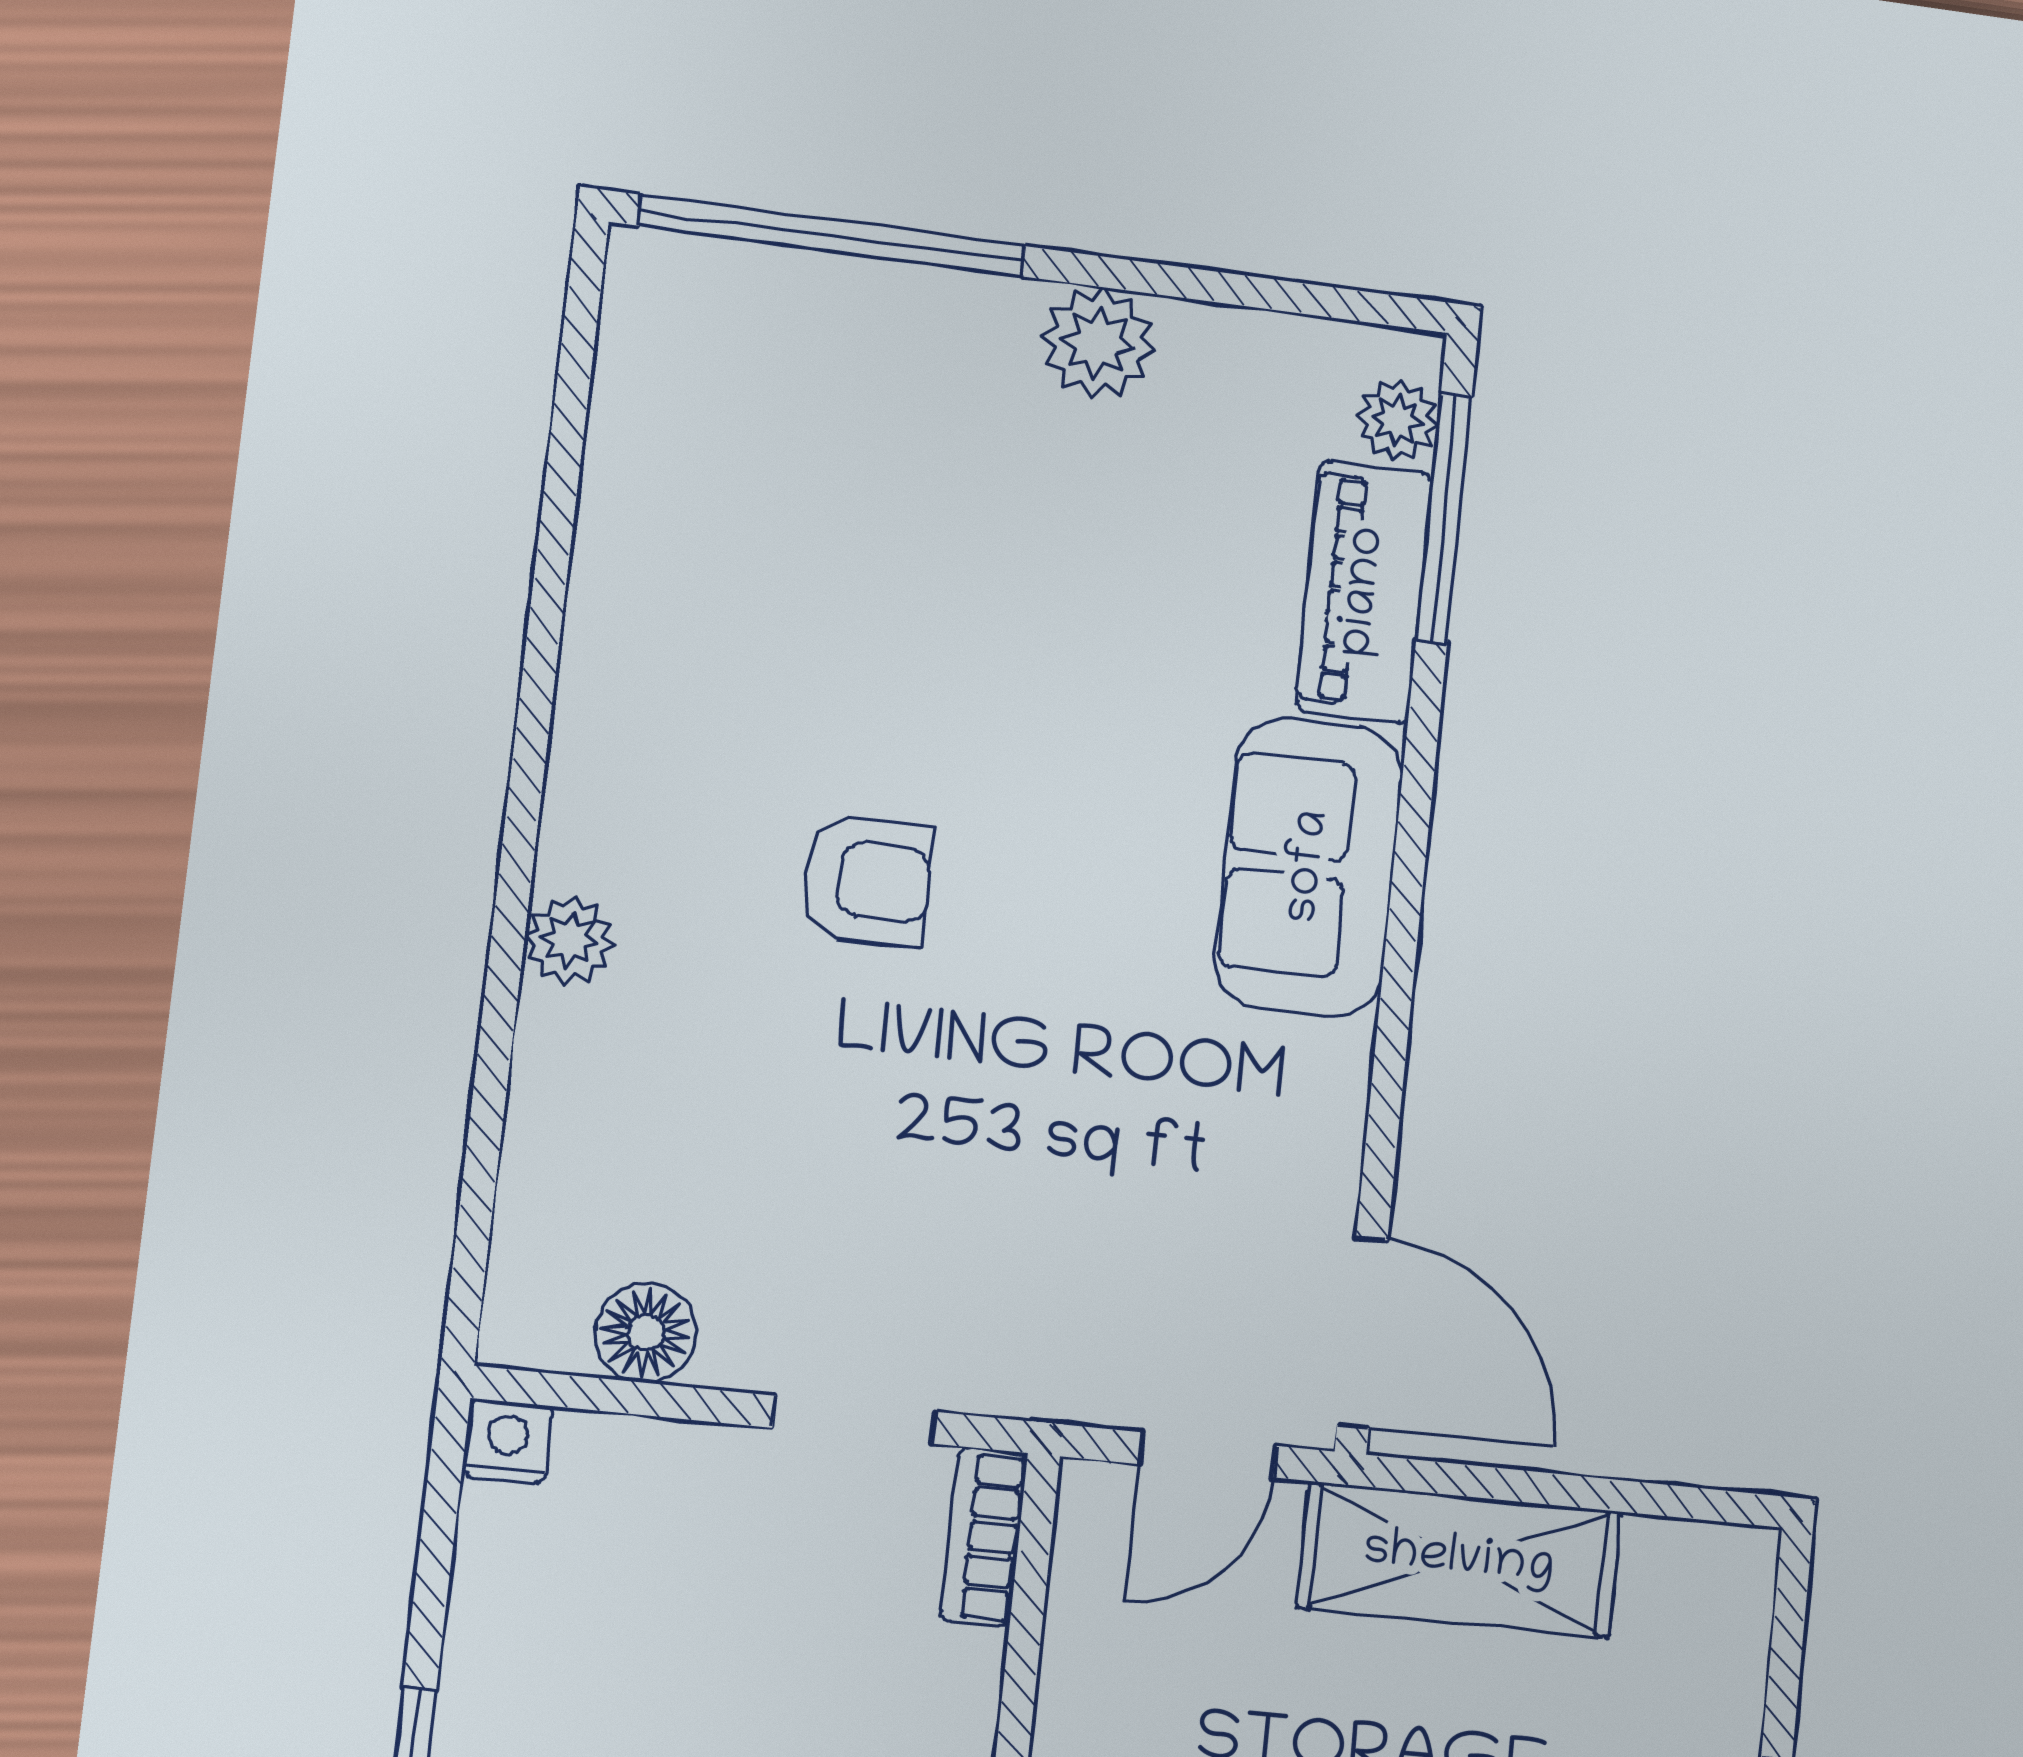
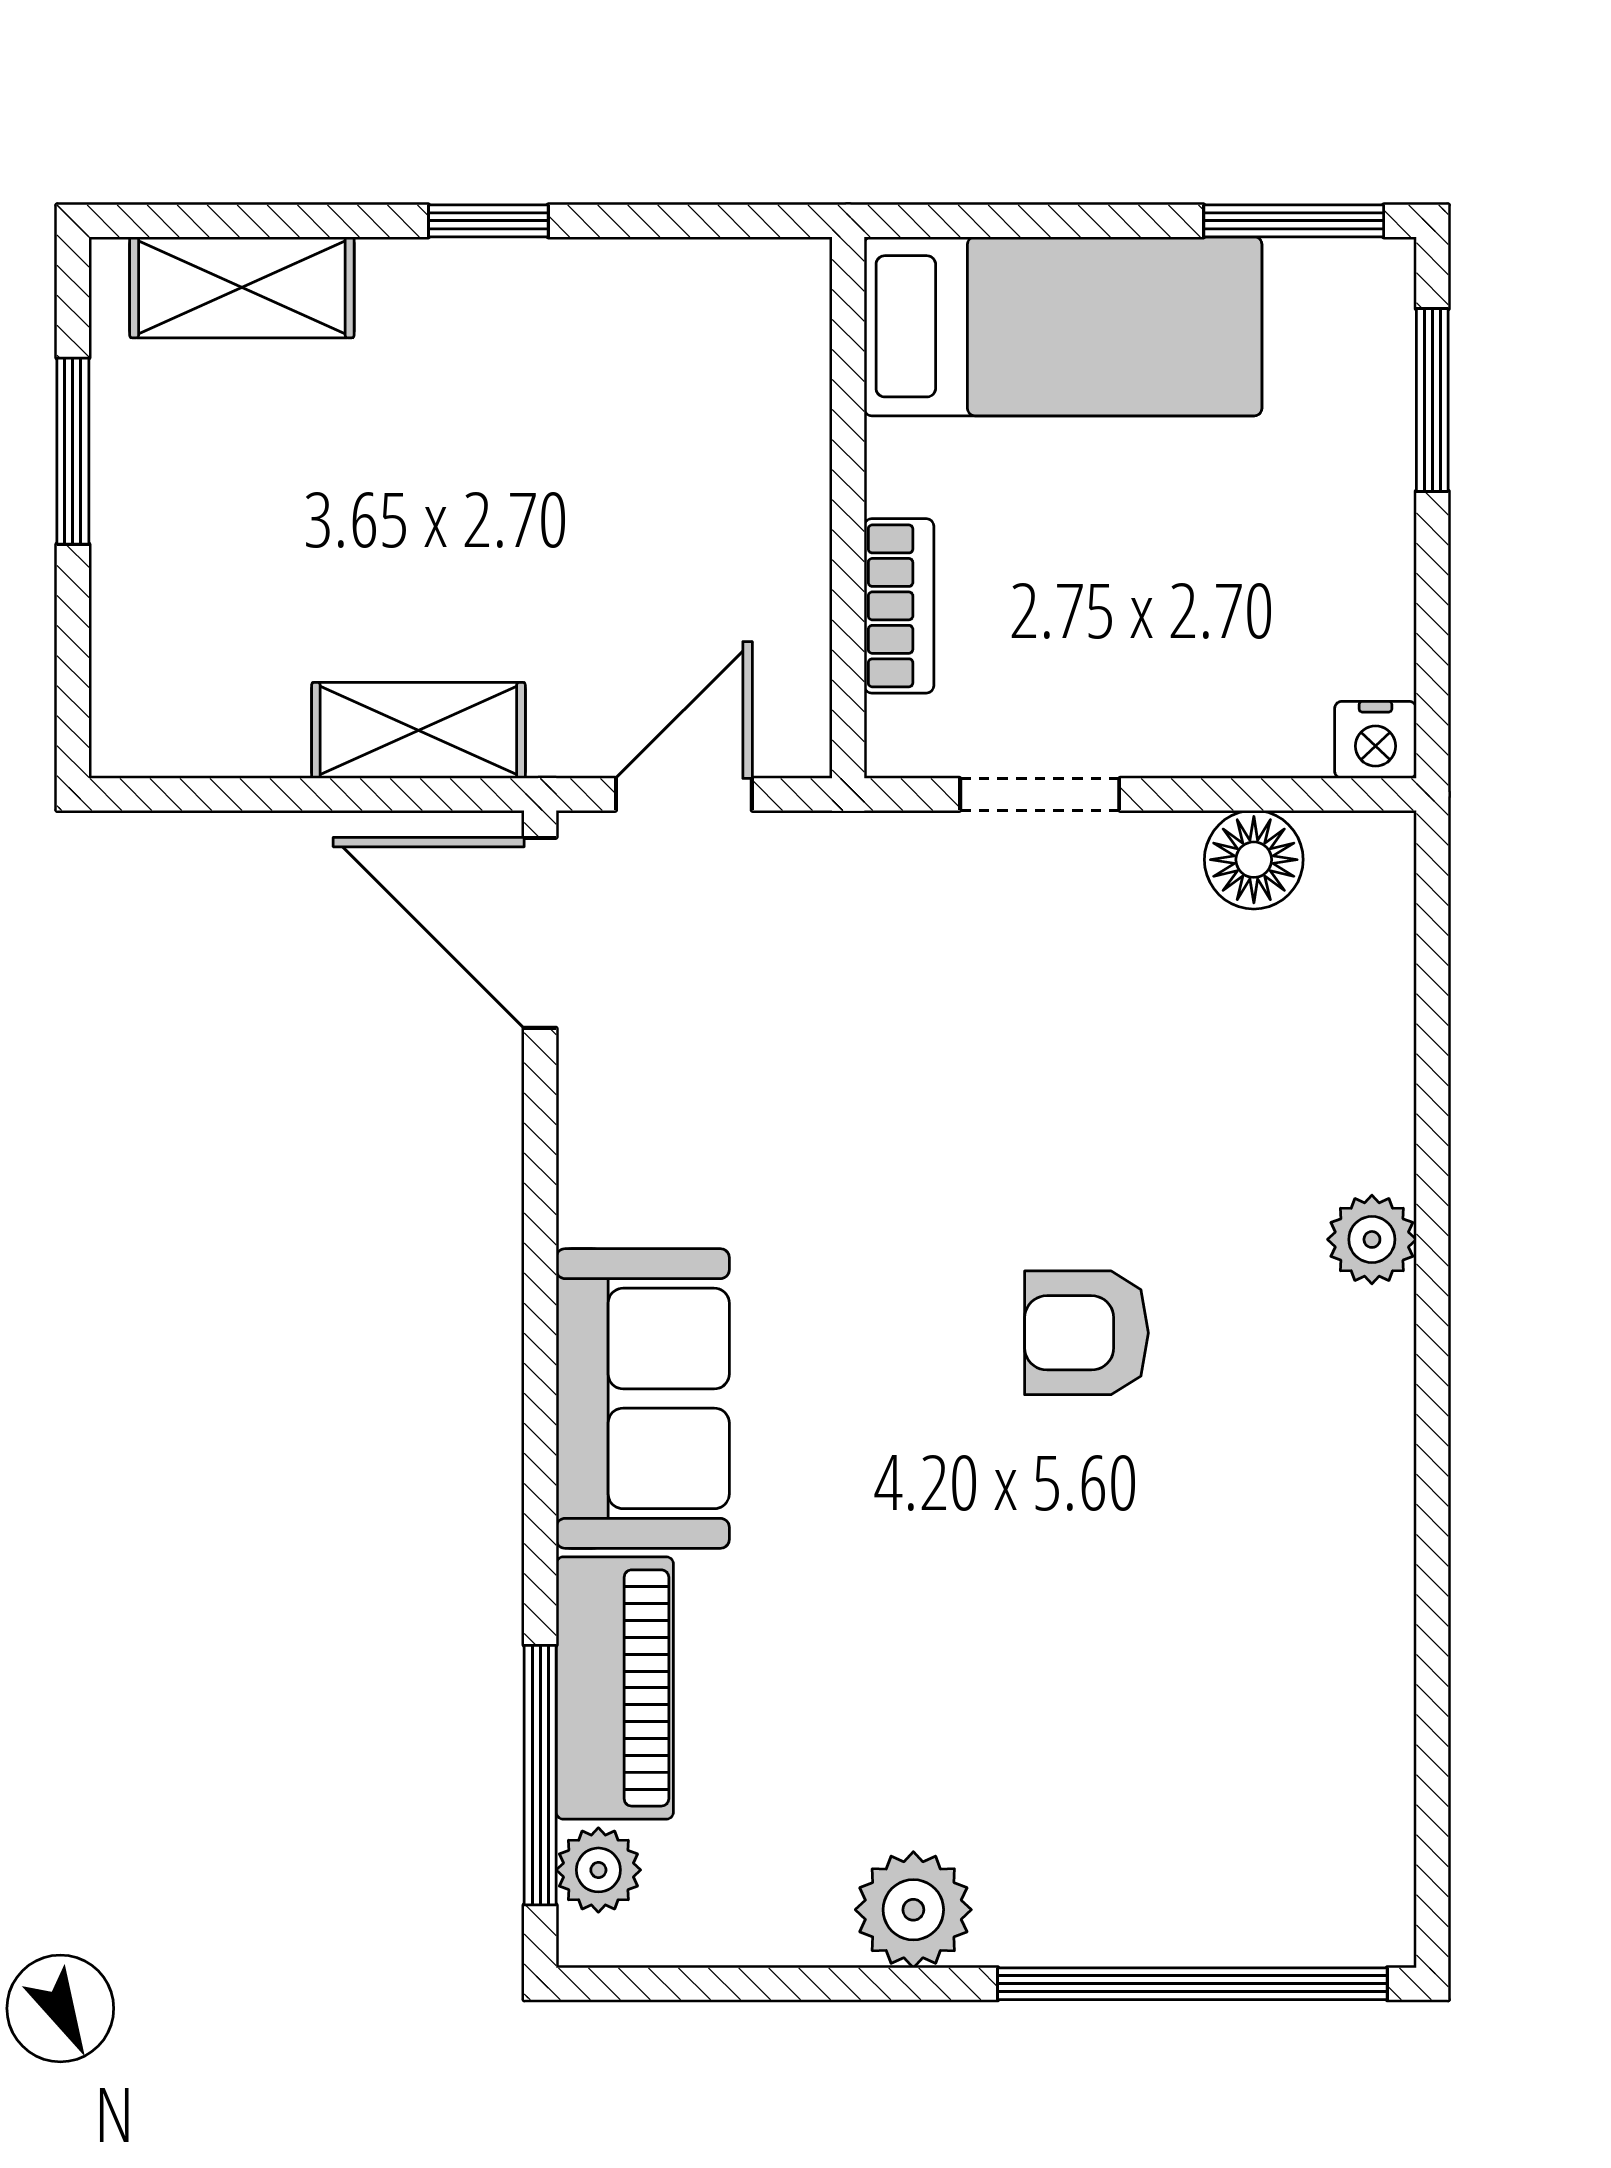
bookcase: (984, 1537) -> (899, 606), moved
shelving: (1459, 1560) -> (418, 730), width x0.67, depth x0.75

